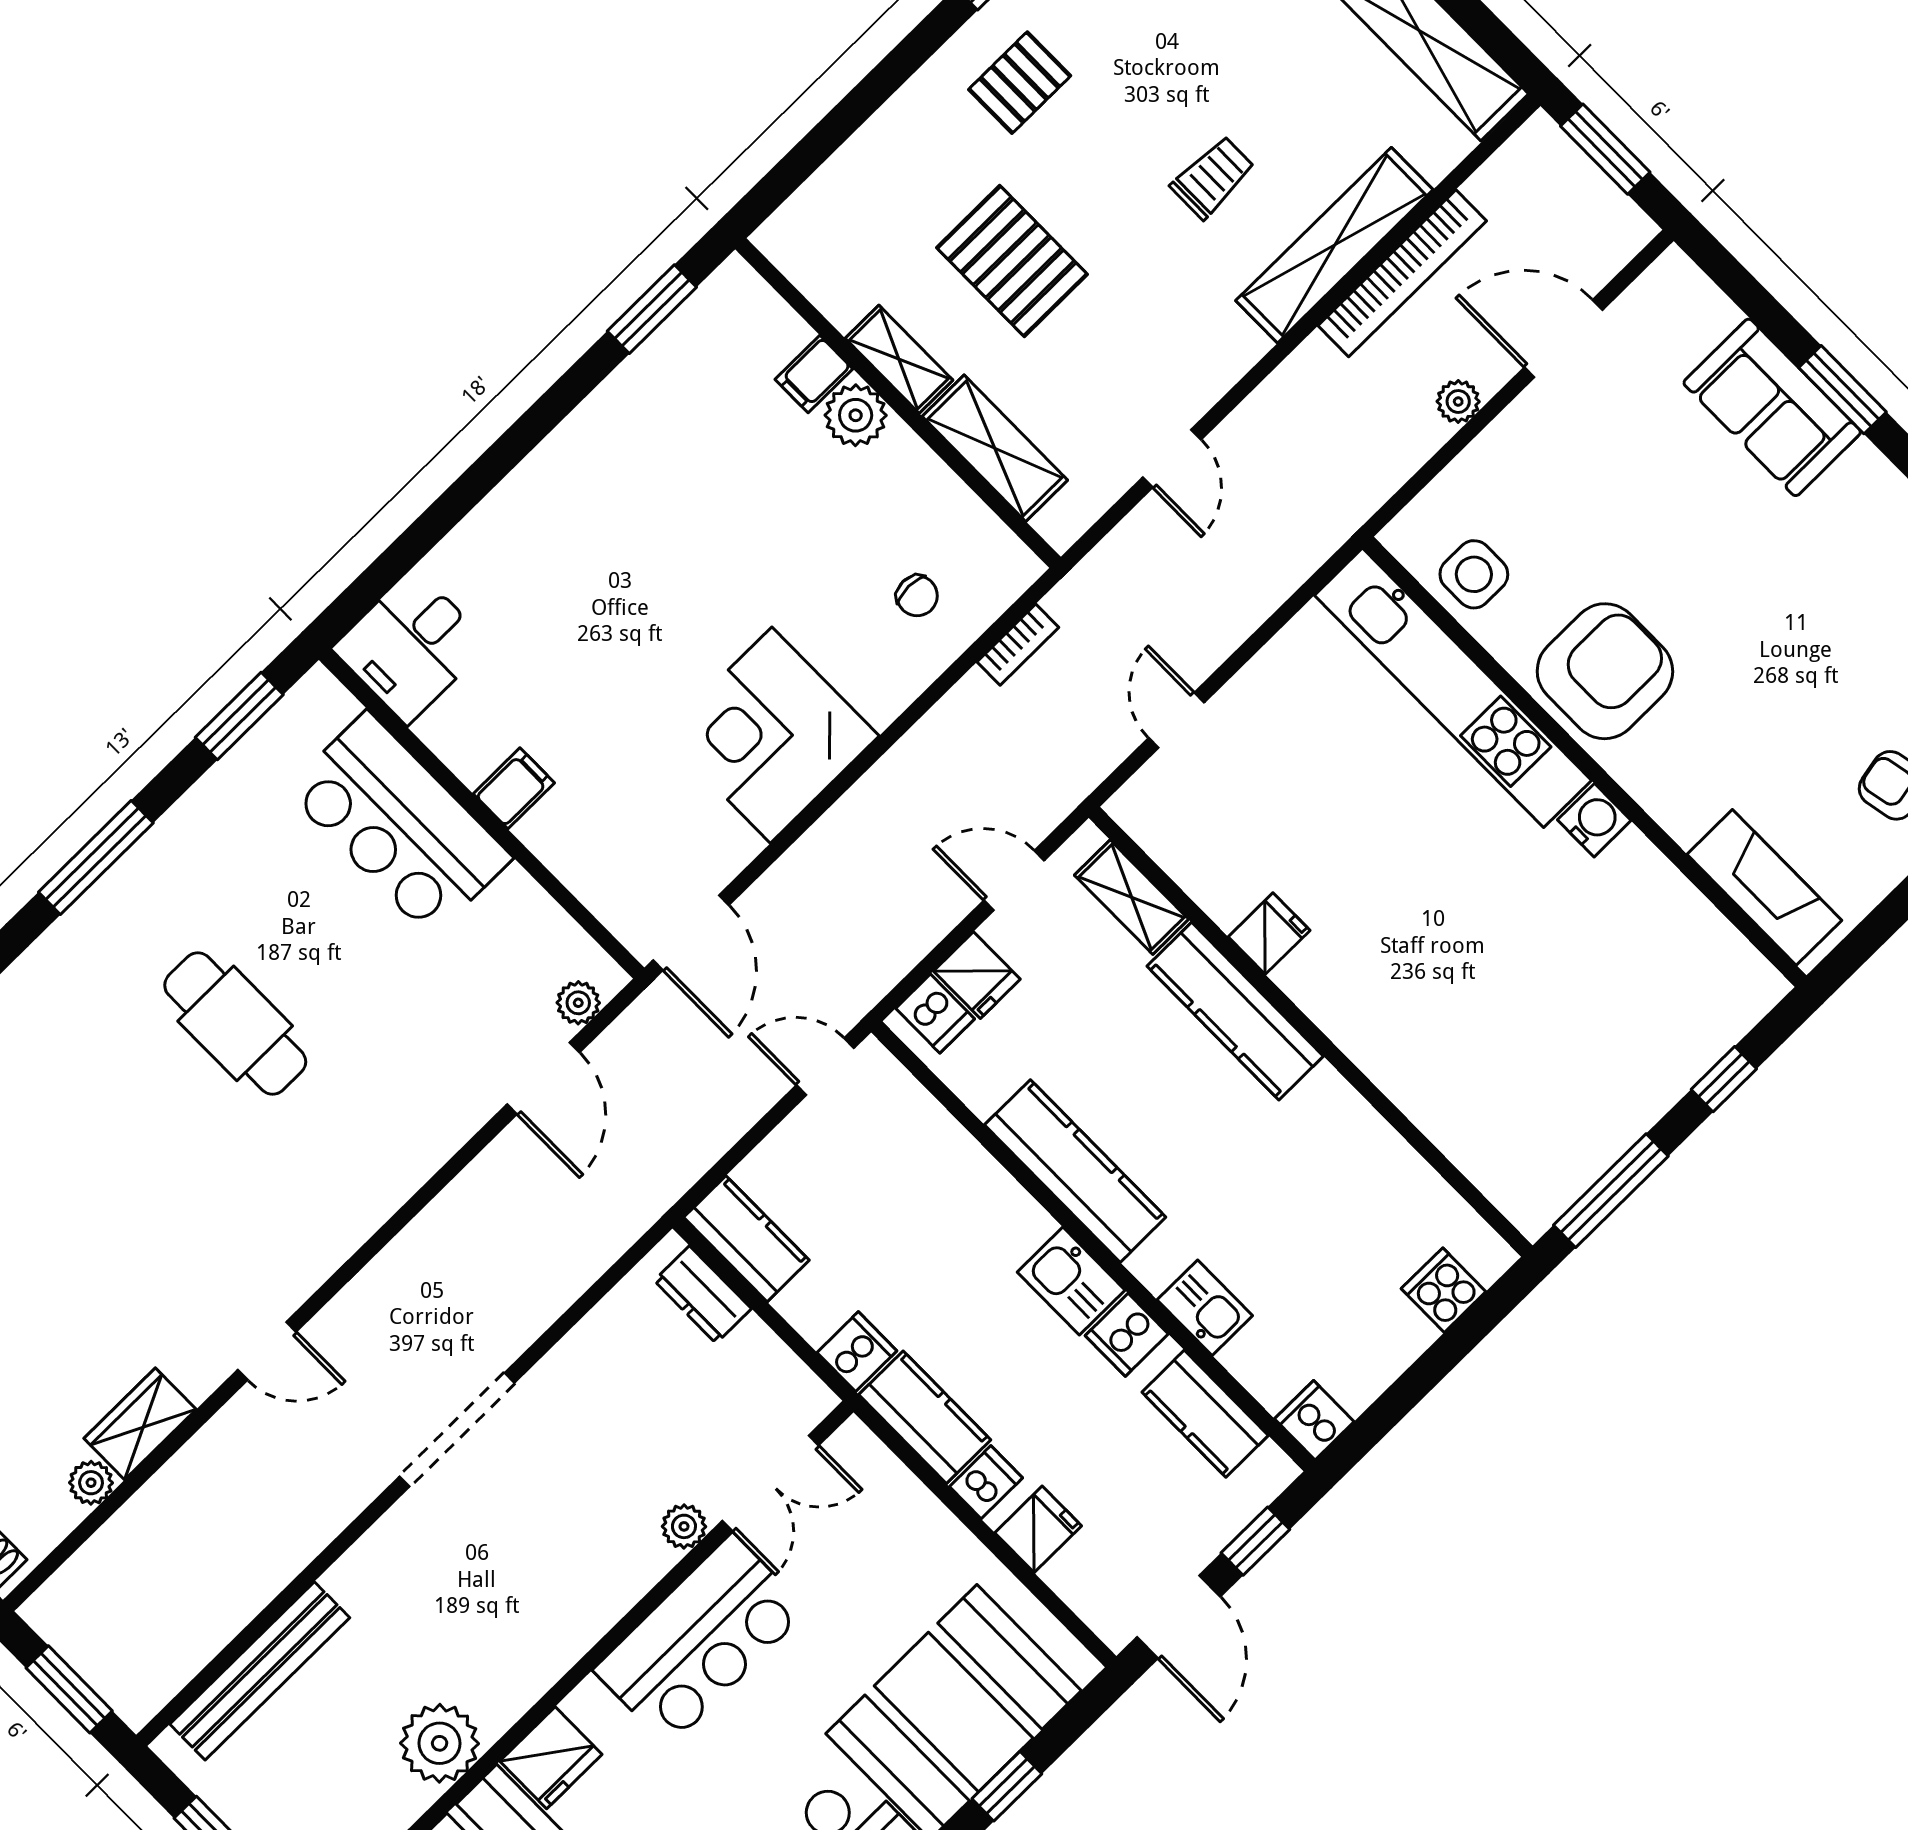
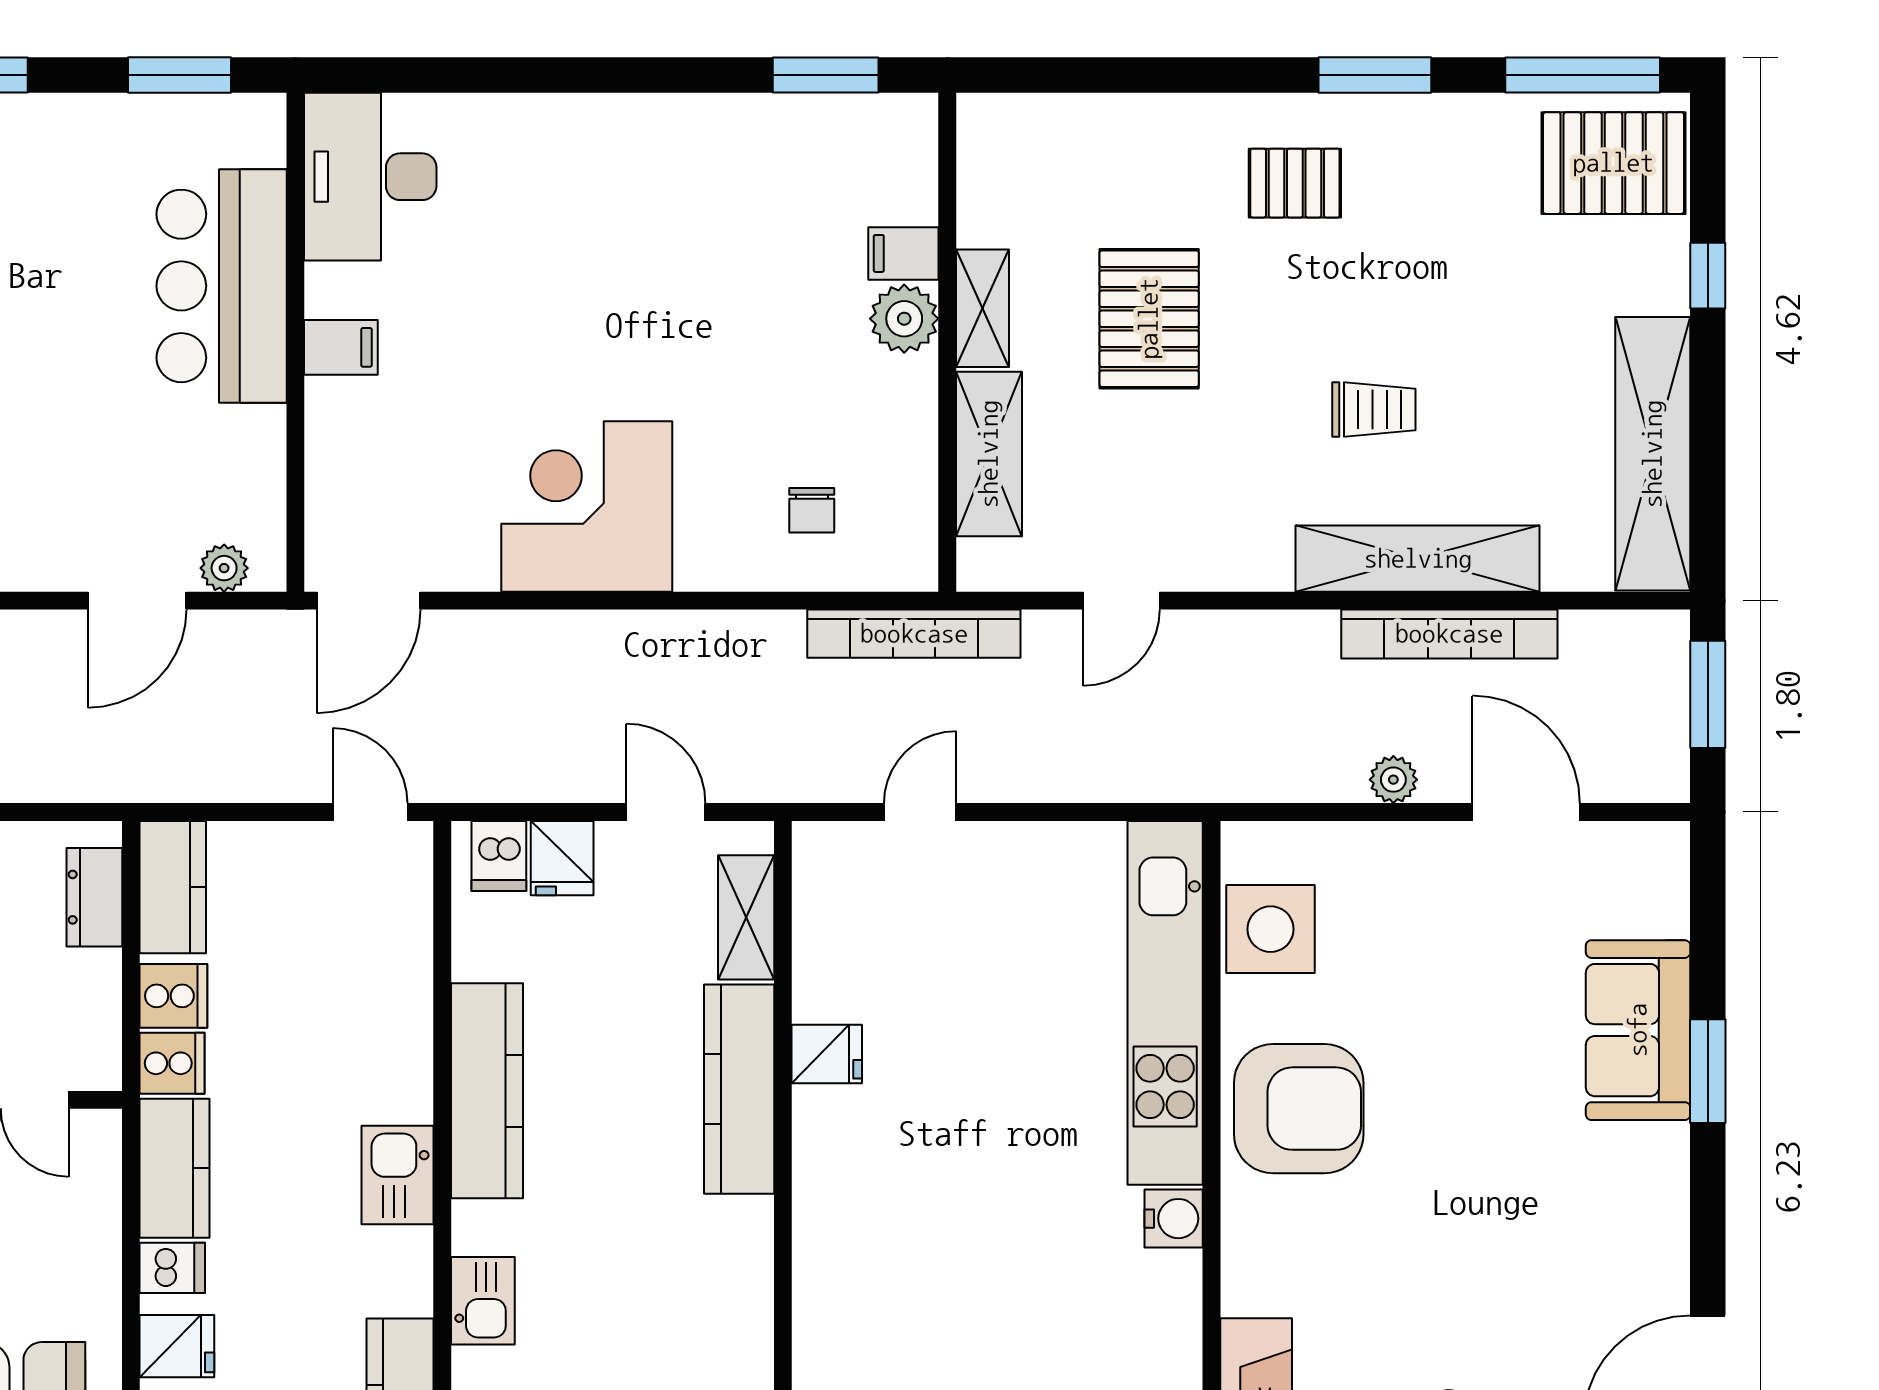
side table: (1474, 574) -> (1271, 929), width x1.37, depth x1.37
bookcase: (1018, 645) -> (914, 634), width x2.31, depth x1.31
desk: (411, 646) -> (370, 177), width x1.37
cooker: (1127, 1335) -> (173, 996), moved, turned 180

